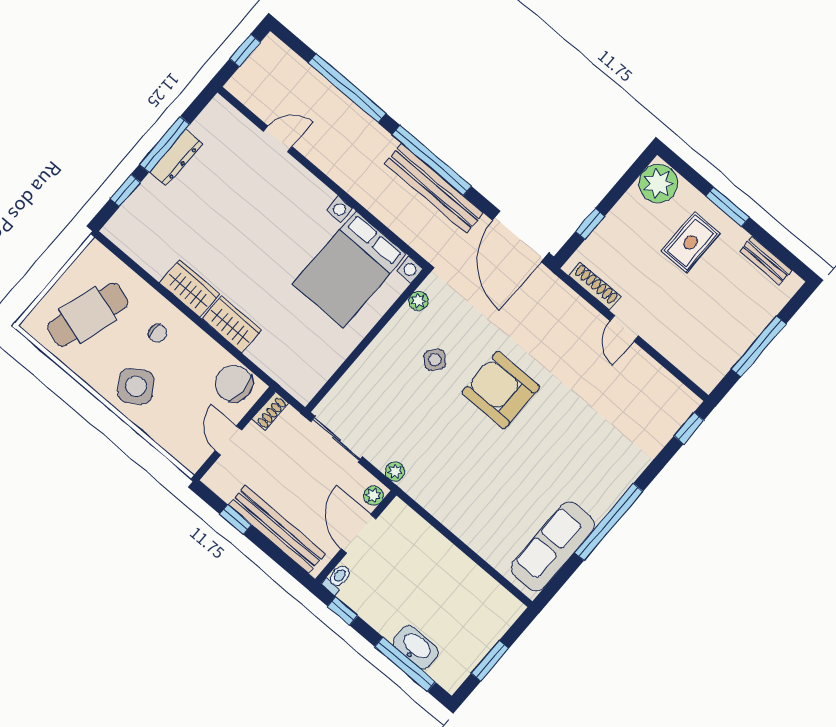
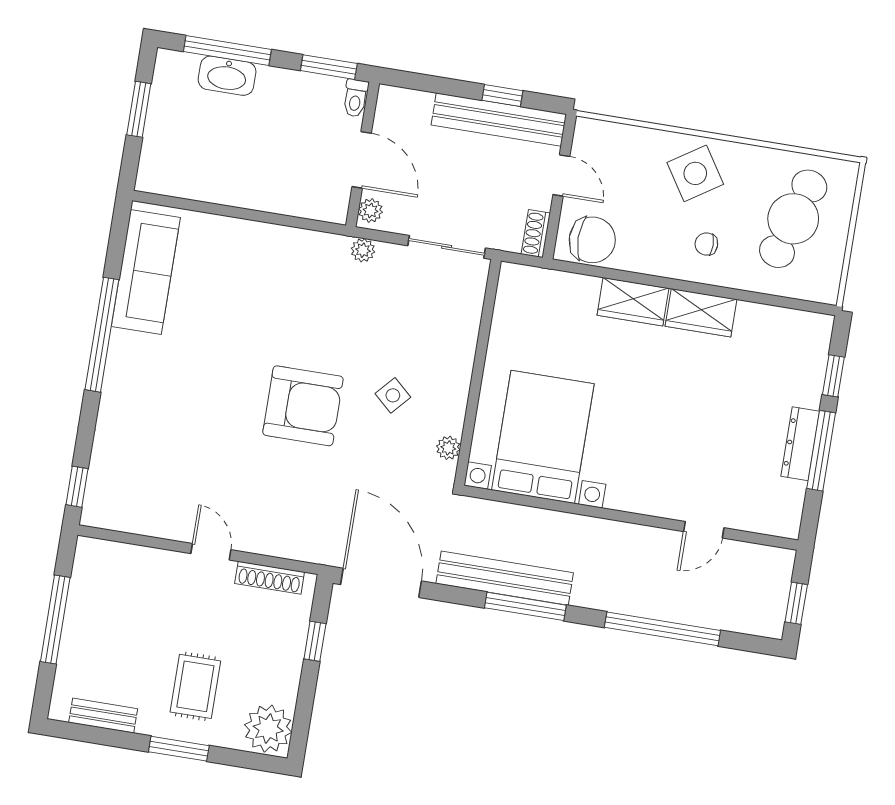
window: (432, 160) -> (525, 606), width x0.68
bench: (277, 529) -> (499, 120), moved
window: (343, 611) -> (329, 67), width x1.50

